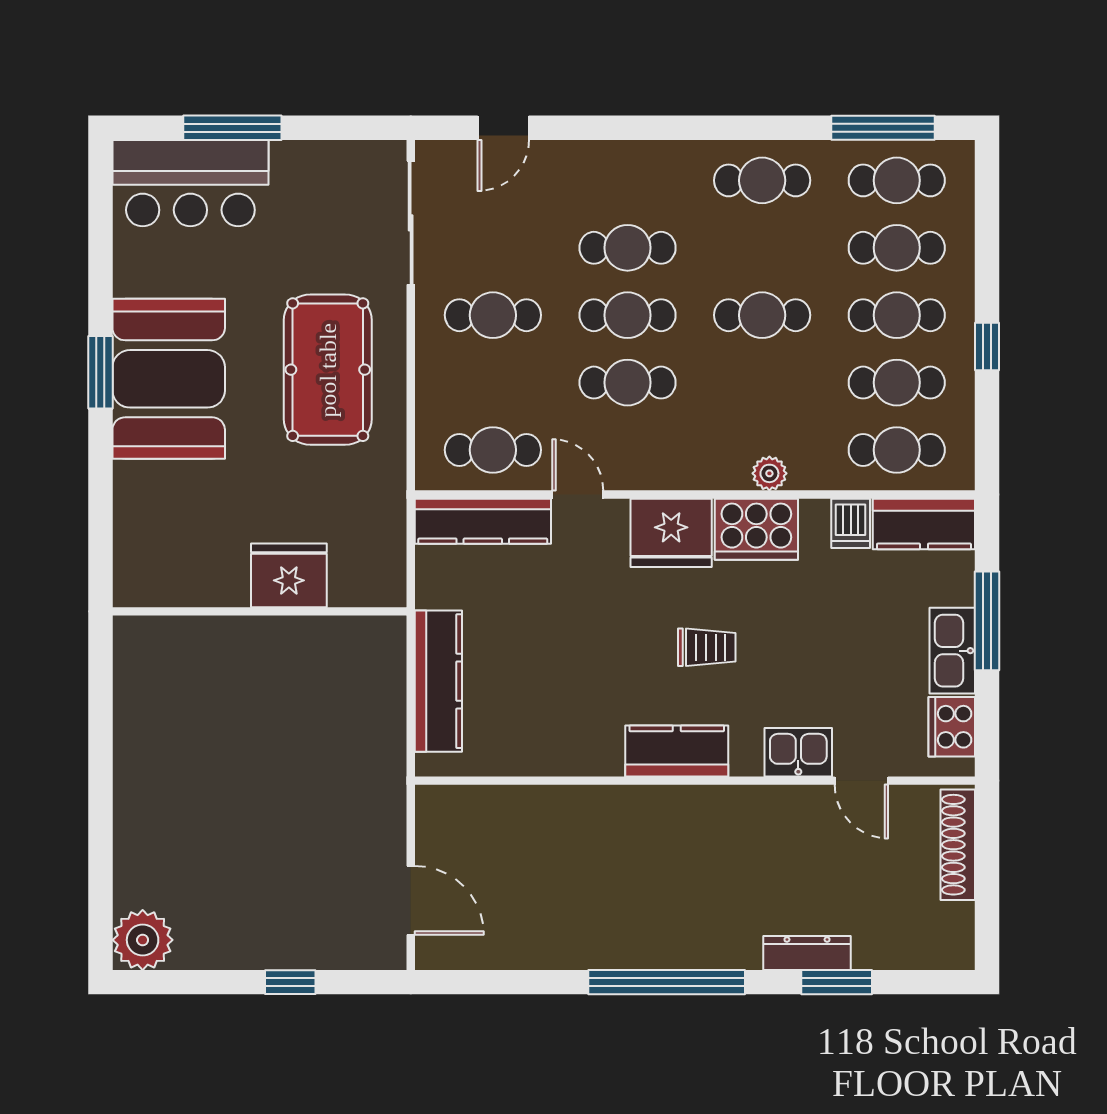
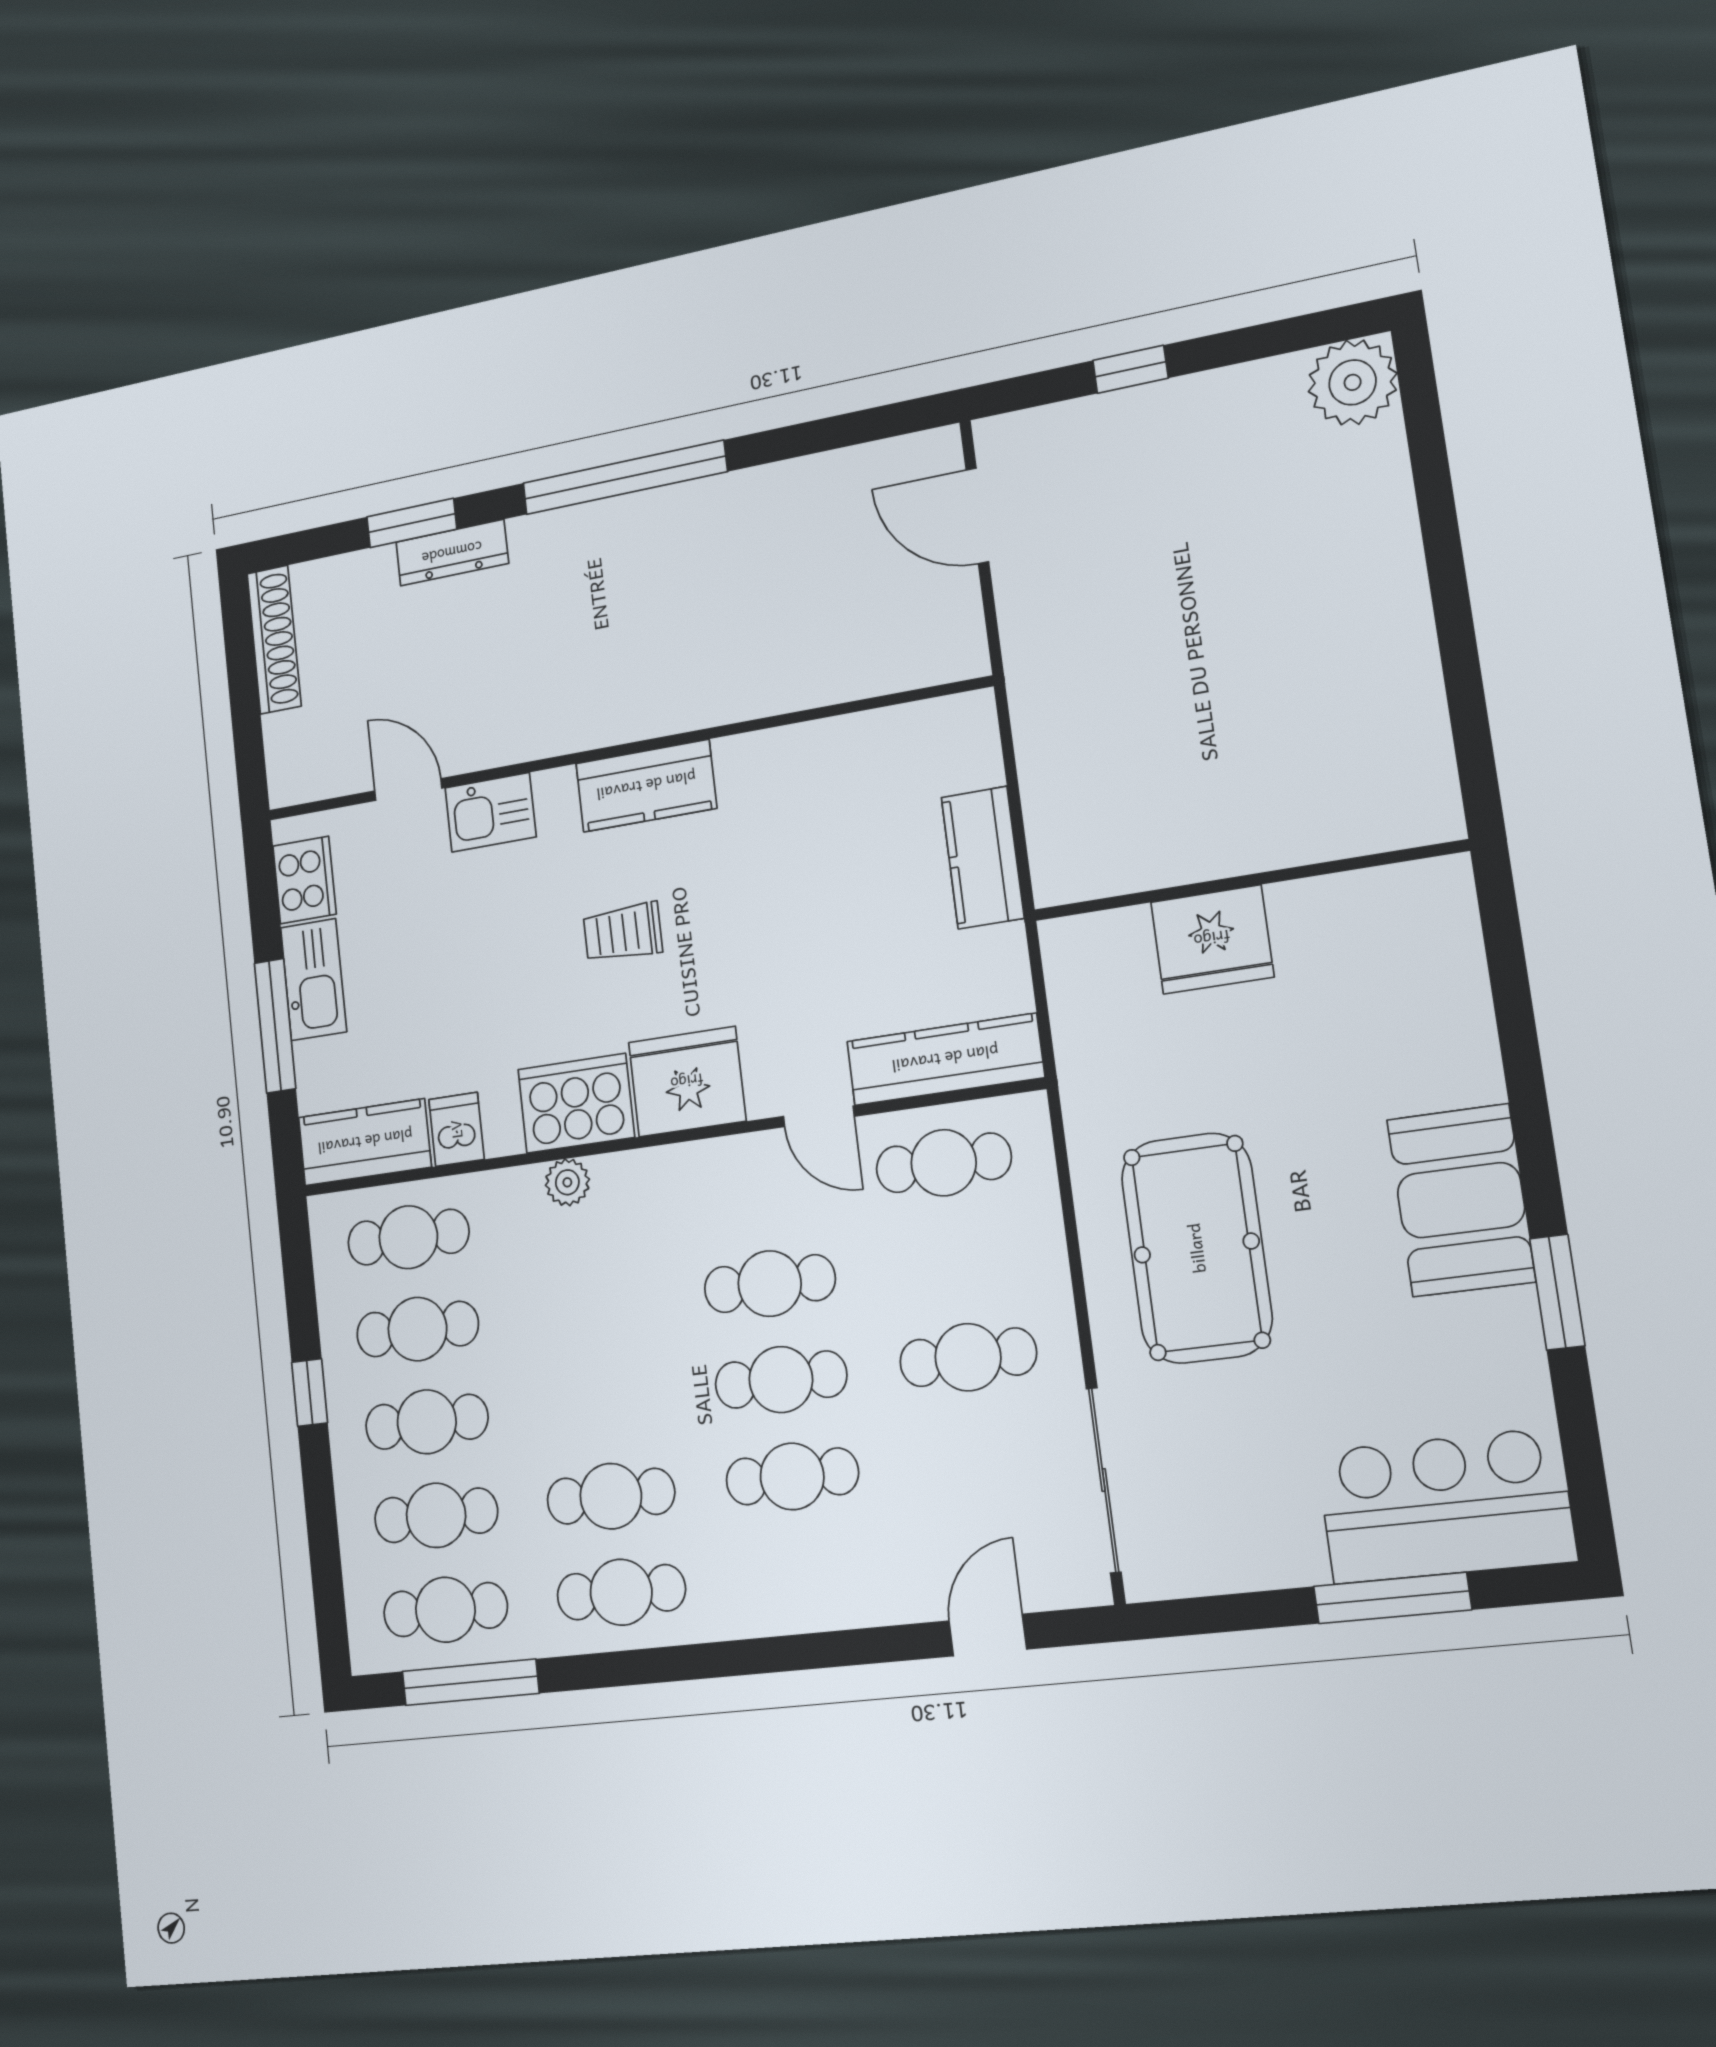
cafe table: (762, 315) -> (611, 1496), moved
window: (100, 372) -> (1557, 1292), moved
booth: (169, 379) -> (1461, 1200), width x0.73, depth x0.70
kitchen counter: (438, 681) -> (983, 858), width x0.67
shoe rack: (958, 845) -> (274, 640), moved

